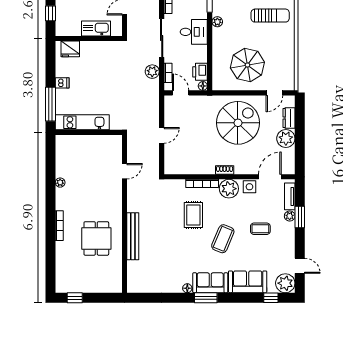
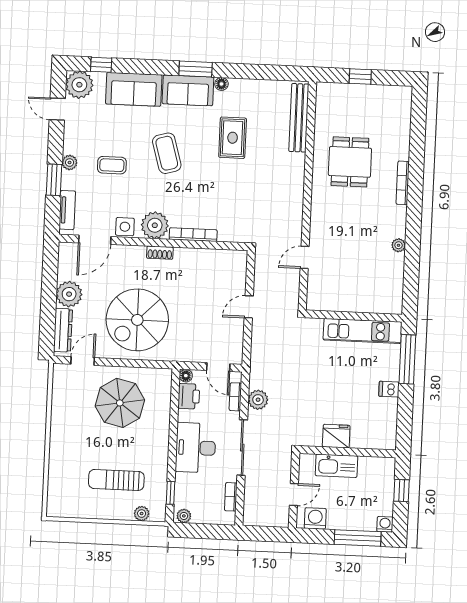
sun lounger: (270, 16) -> (116, 480), moved
plant: (217, 22) -> (161, 467), removed
desk: (194, 32) -> (196, 448), width x1.37
fridge: (70, 49) -> (336, 436), moved
dresser: (289, 118) -> (63, 330), width x1.44
rug: (193, 215) -> (233, 138), moved
plant: (290, 216) -> (70, 163), moved
bench: (133, 236) -> (299, 118), moved
coffee table: (223, 239) -> (167, 153), turned -39
window: (75, 298) -> (360, 76), moved

